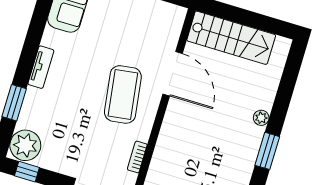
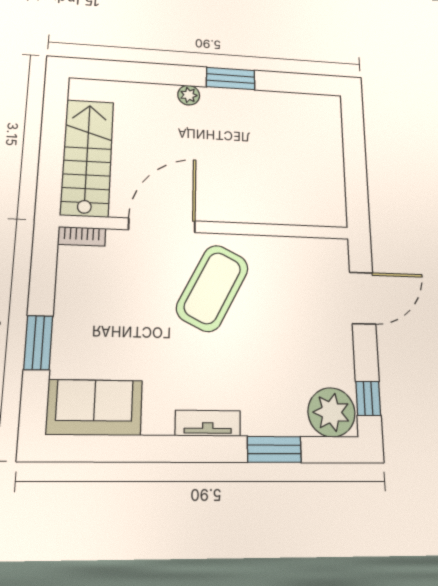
coffee table: (123, 94) -> (212, 288), turned -55
bookcase: (137, 157) -> (82, 236), moved

